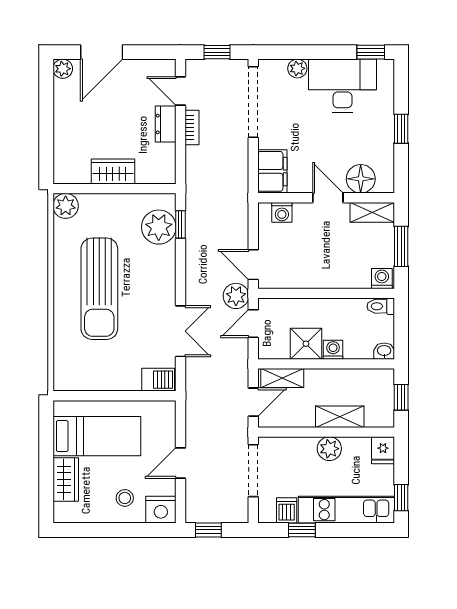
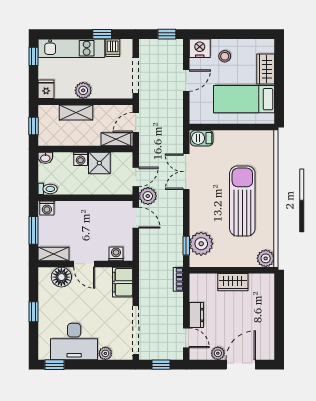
plant: (63, 69) -> (218, 353), moved
bookcase: (192, 128) -> (178, 279), moved

